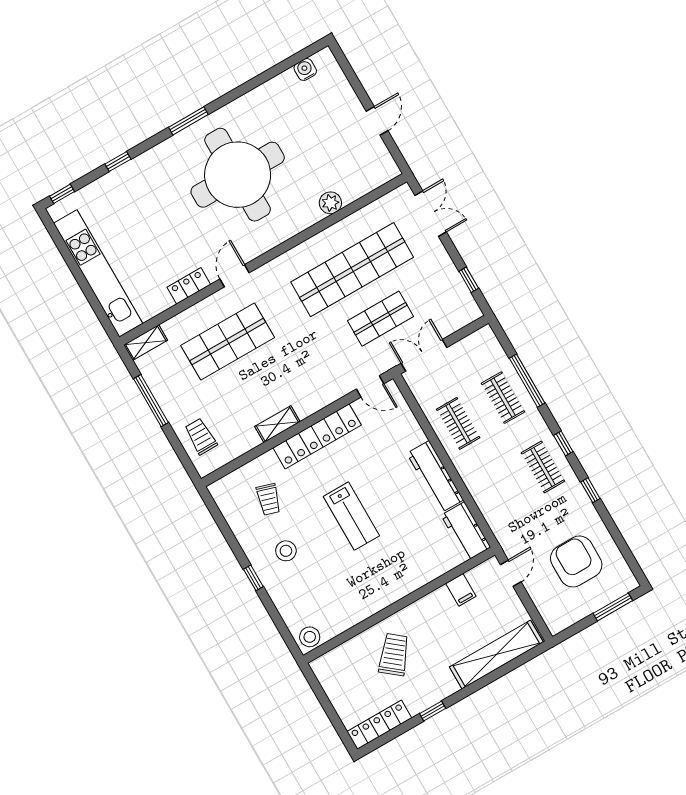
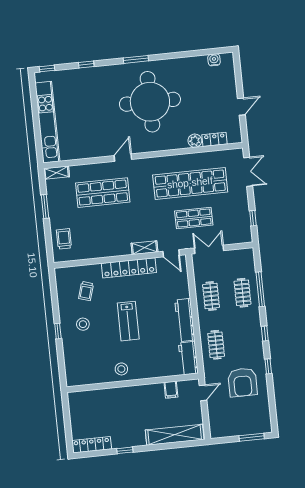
locker: (189, 286) -> (215, 139), moved
window: (151, 401) -> (45, 206), width x0.69
shelving: (277, 424) -> (144, 248), moved
clothes rail: (543, 467) -> (216, 345), moved
armchair: (576, 561) -> (243, 382), moved, turned 180
stool: (310, 637) -> (121, 369), moved
trolley: (394, 655) -> (117, 409), removed

